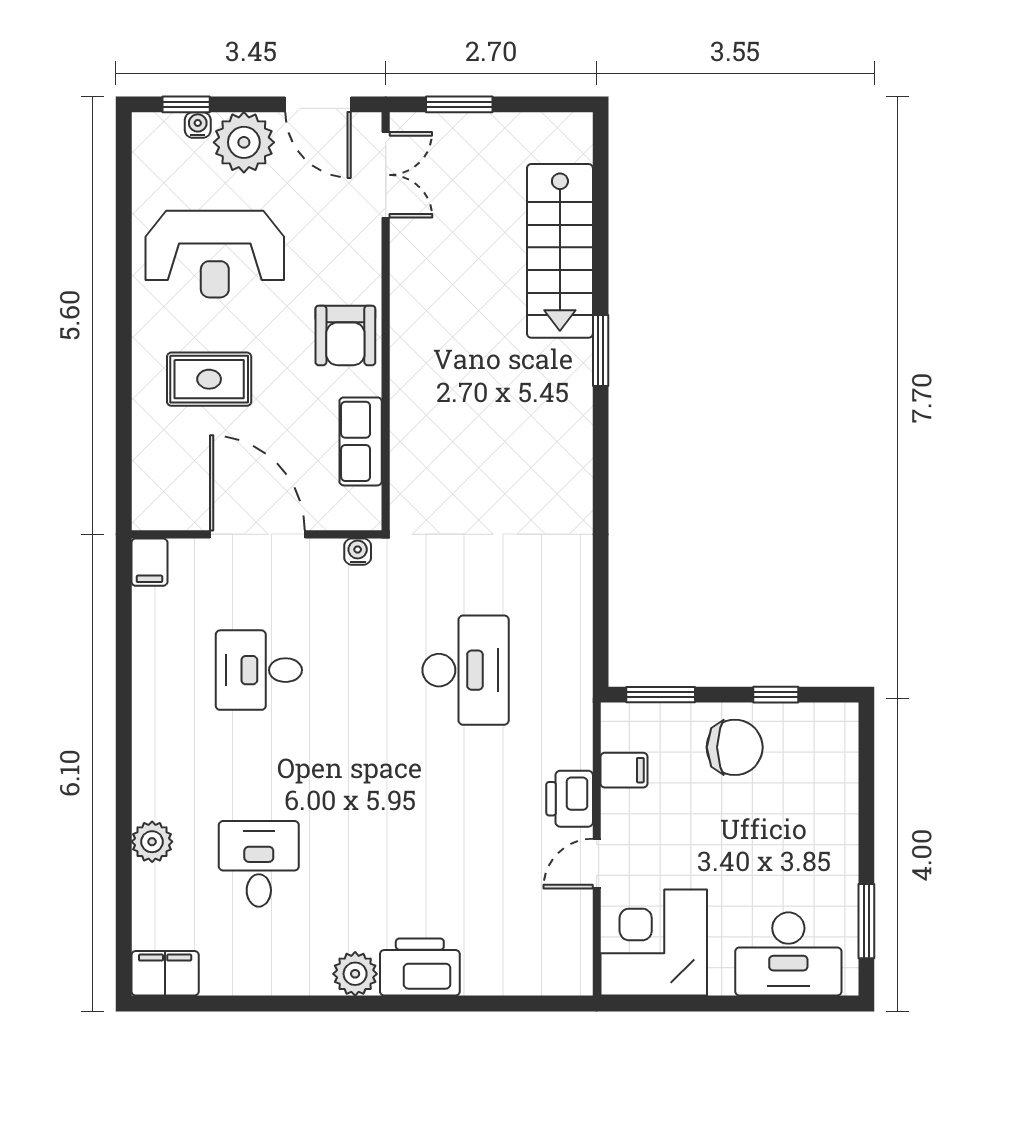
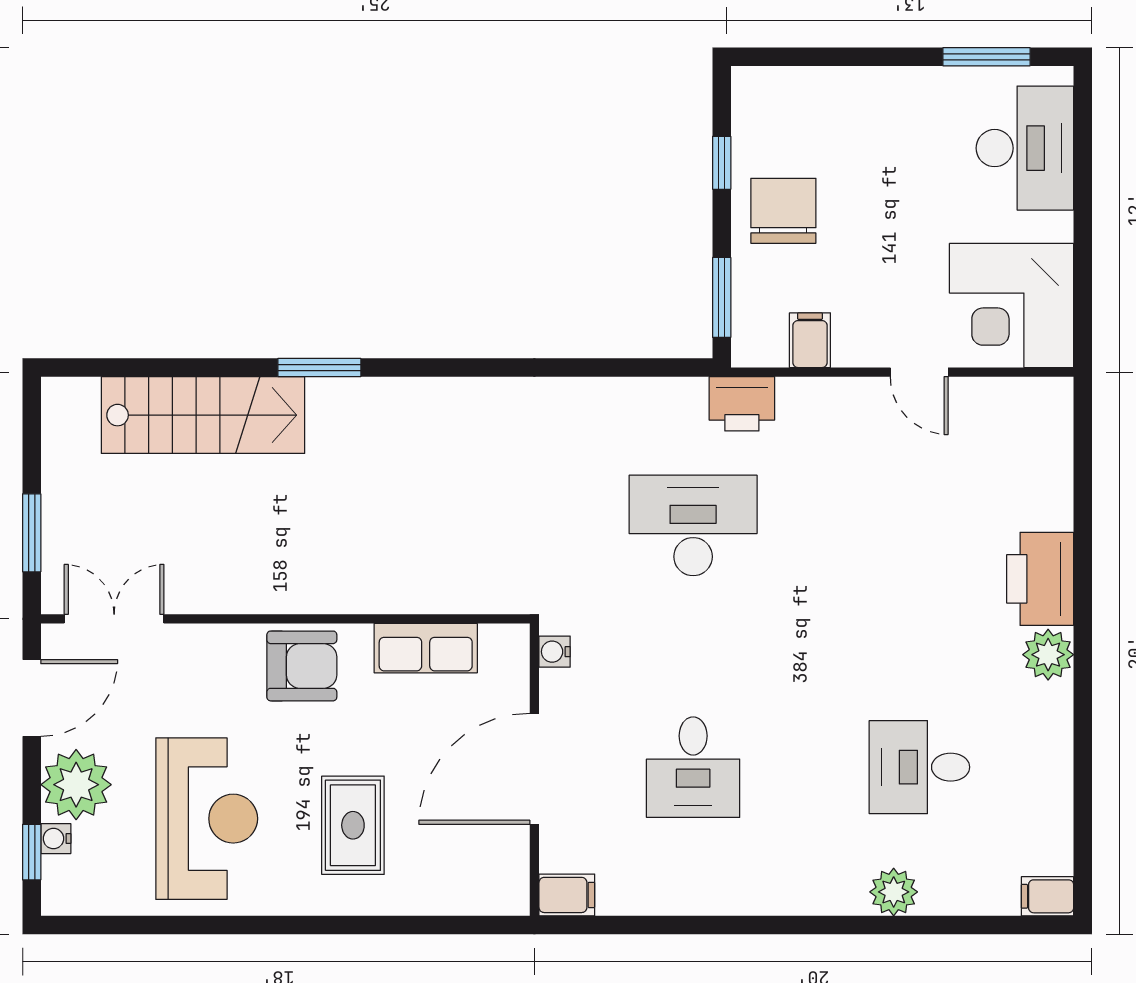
printer: (570, 799) -> (742, 404), moved
filing cabinet: (165, 973) -> (1047, 896), width x0.50

